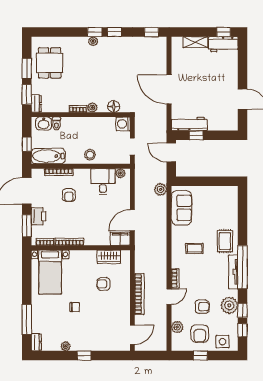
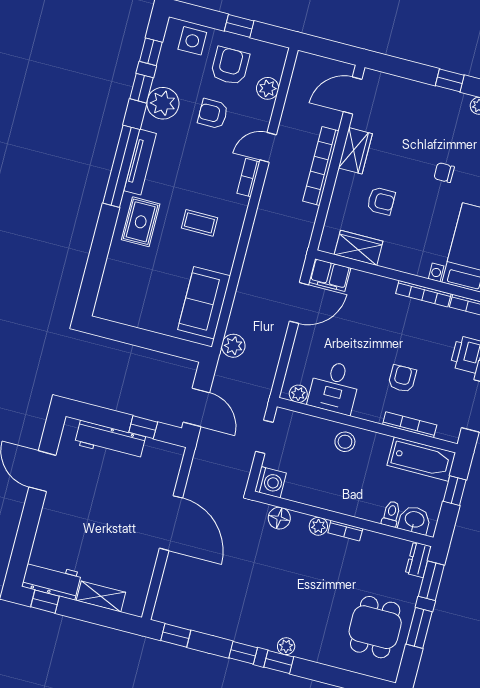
workbench: (189, 124) -> (110, 440), moved
wardrobe: (124, 307) -> (355, 151), added

